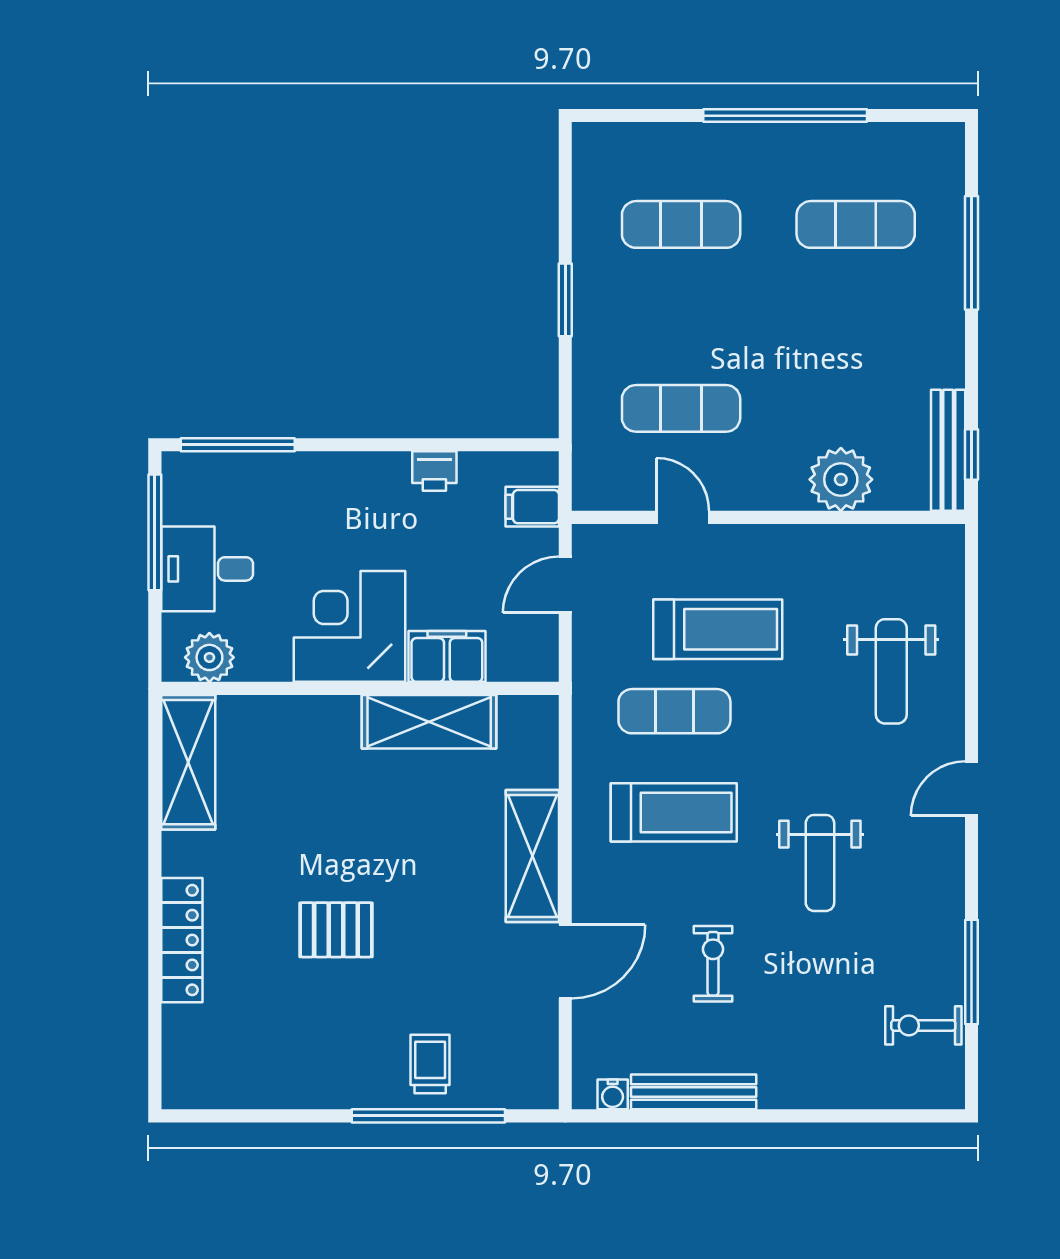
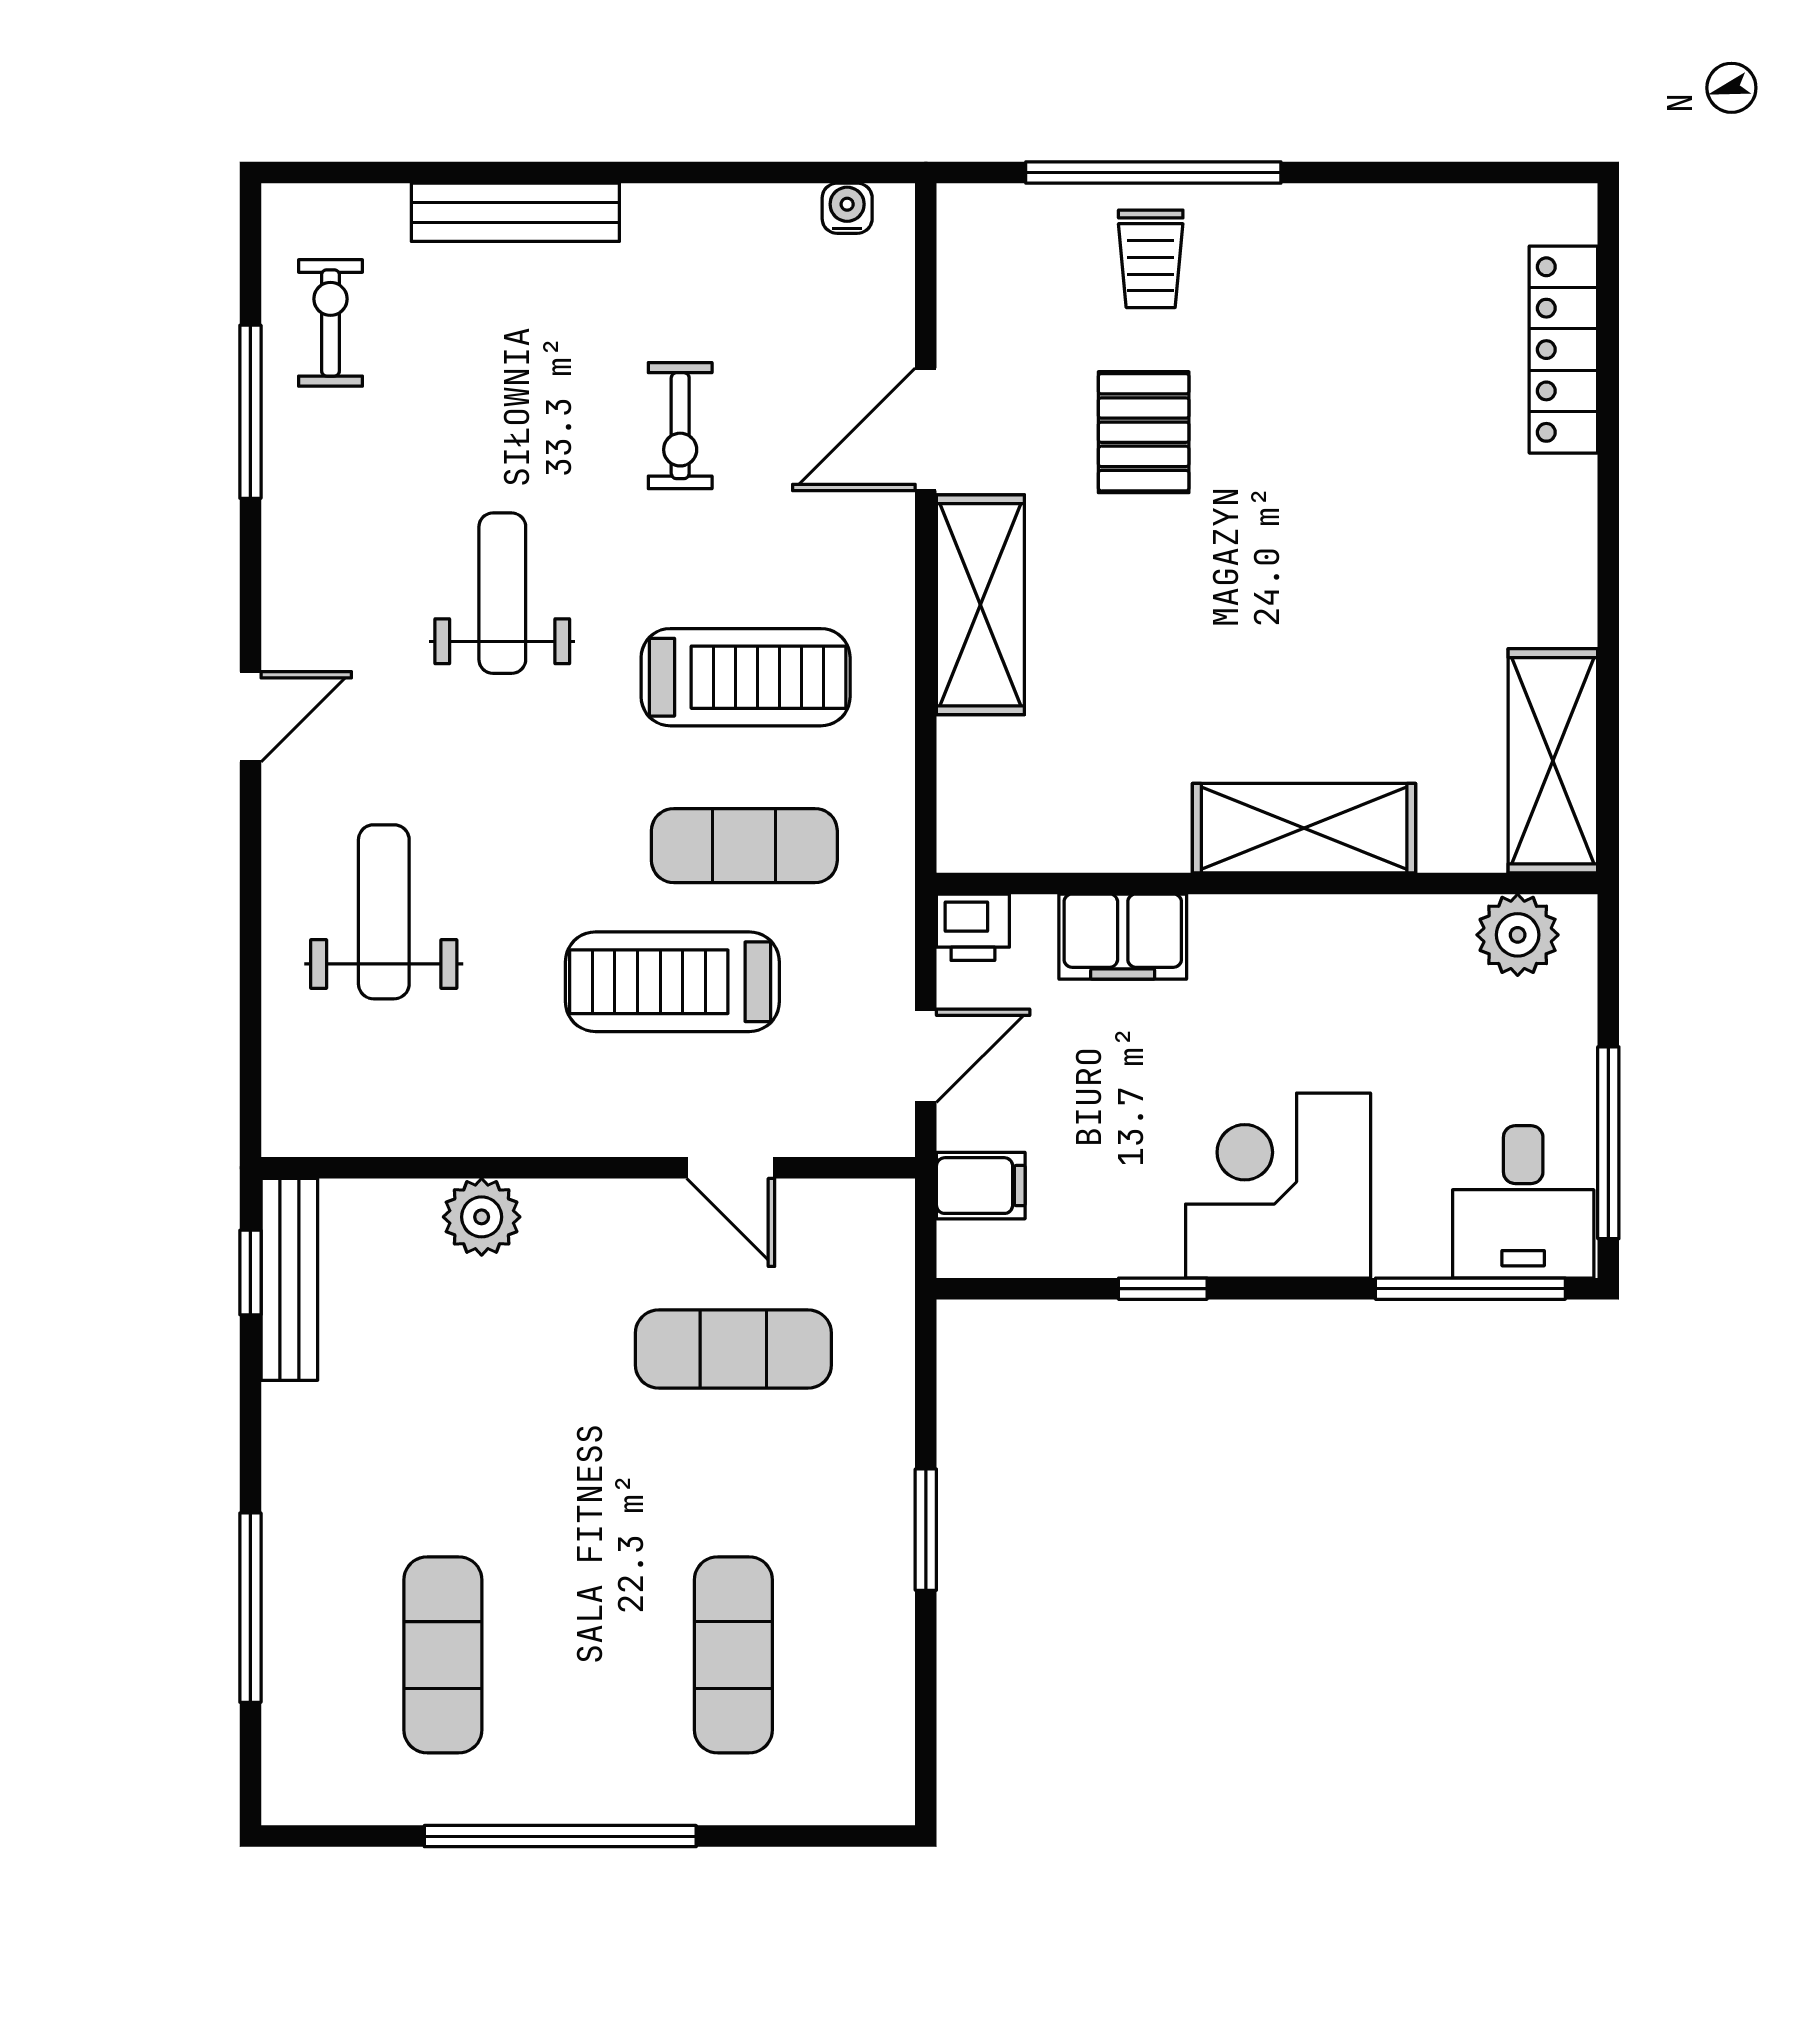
exercise mat: (681, 224) -> (733, 1655), turned 90
exercise mat: (856, 224) -> (443, 1655), turned 90
window: (423, 445) -> (1163, 1289), added
printer: (434, 471) -> (973, 927), moved, turned 180
plant: (841, 479) -> (482, 1217), width x0.73, depth x0.73
desk: (207, 569) -> (1523, 1202), moved, turned 90
corner desk: (349, 626) -> (1278, 1186), moved, turned 180
shelving: (429, 722) -> (1304, 828), moved
treadmill: (674, 812) -> (746, 677), turned 180
pallet: (336, 930) -> (1144, 432), moved, turned 90
locker: (182, 940) -> (1563, 350), moved
exercise bike: (923, 1025) -> (330, 323), turned -90
bench: (694, 1092) -> (515, 212), moved

